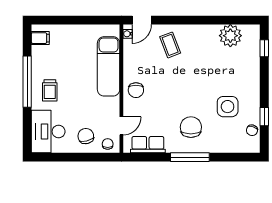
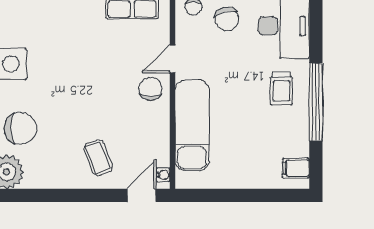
trolley: (50, 90) -> (281, 89), turned 180
door: (121, 126) -> (172, 59), moved
chair: (191, 127) -> (21, 128), moved, turned -90

